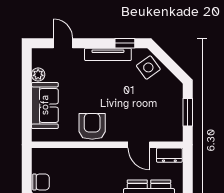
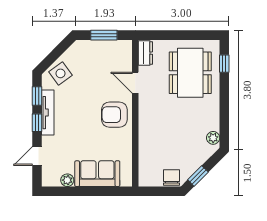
window: (97, 43) -> (37, 123), added
armchair: (92, 126) -> (114, 115), moved
door: (139, 145) -> (135, 83), swing flipped

